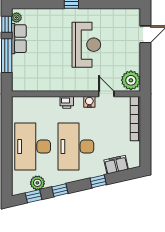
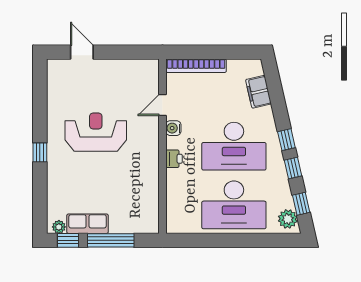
plant: (131, 80) -> (144, 72), removed
window: (98, 181) -> (286, 140), moved
plant: (37, 183) -> (288, 219), moved

